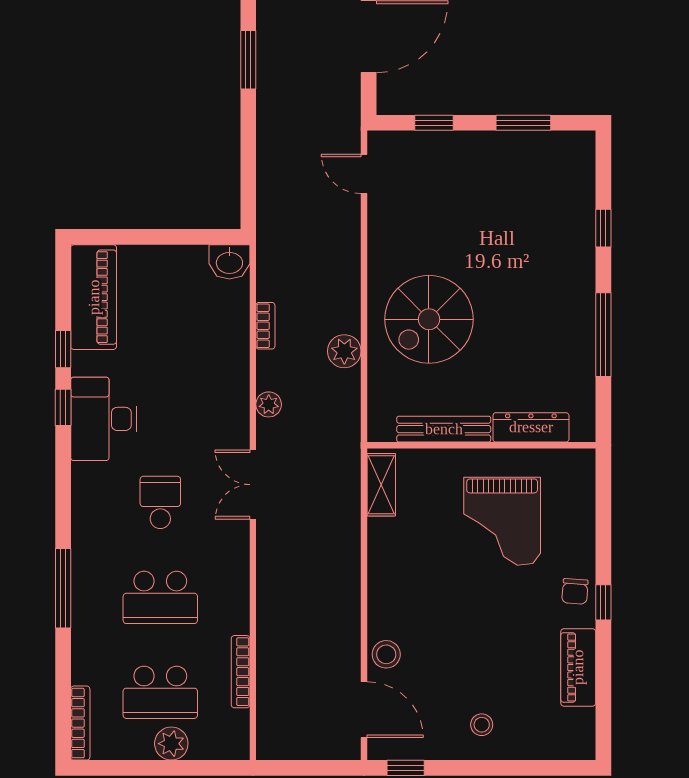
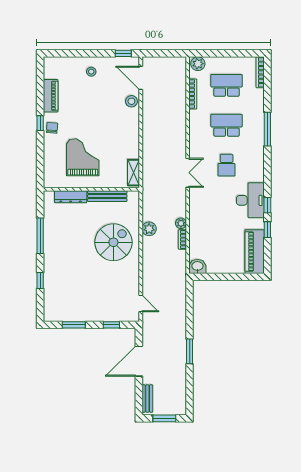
plant: (269, 404) -> (181, 223), moved
plant: (171, 744) -> (198, 64), moved

